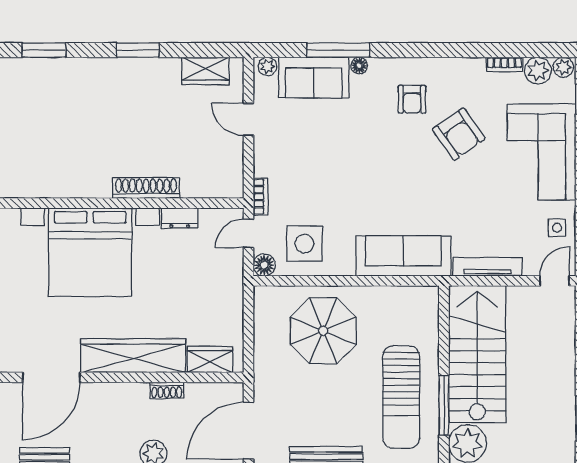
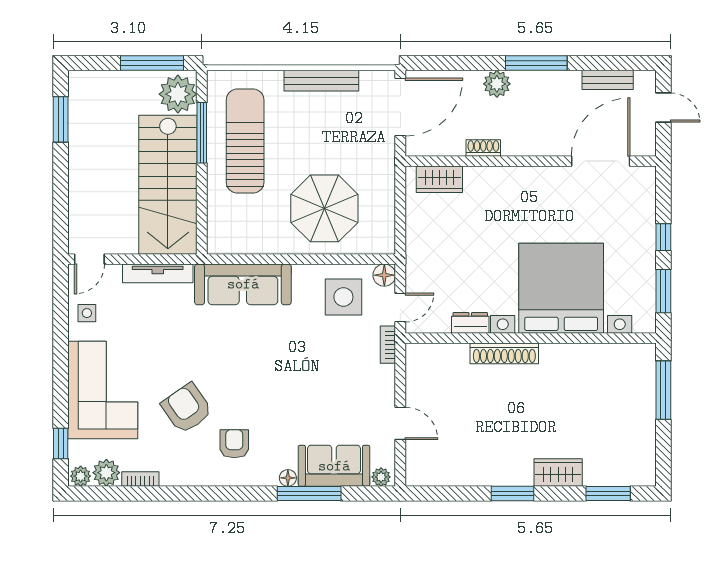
wardrobe: (205, 71) -> (558, 472), moved
wardrobe: (133, 356) -> (518, 183), removed

